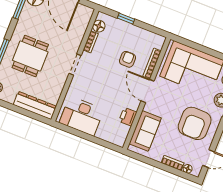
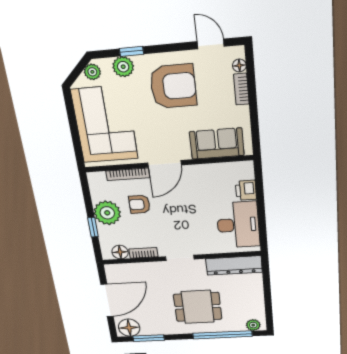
plant: (132, 34) -> (107, 213), added
dresser: (35, 105) -> (234, 265), moved, turned -90
printer: (128, 117) -> (246, 190), moved, turned 90

